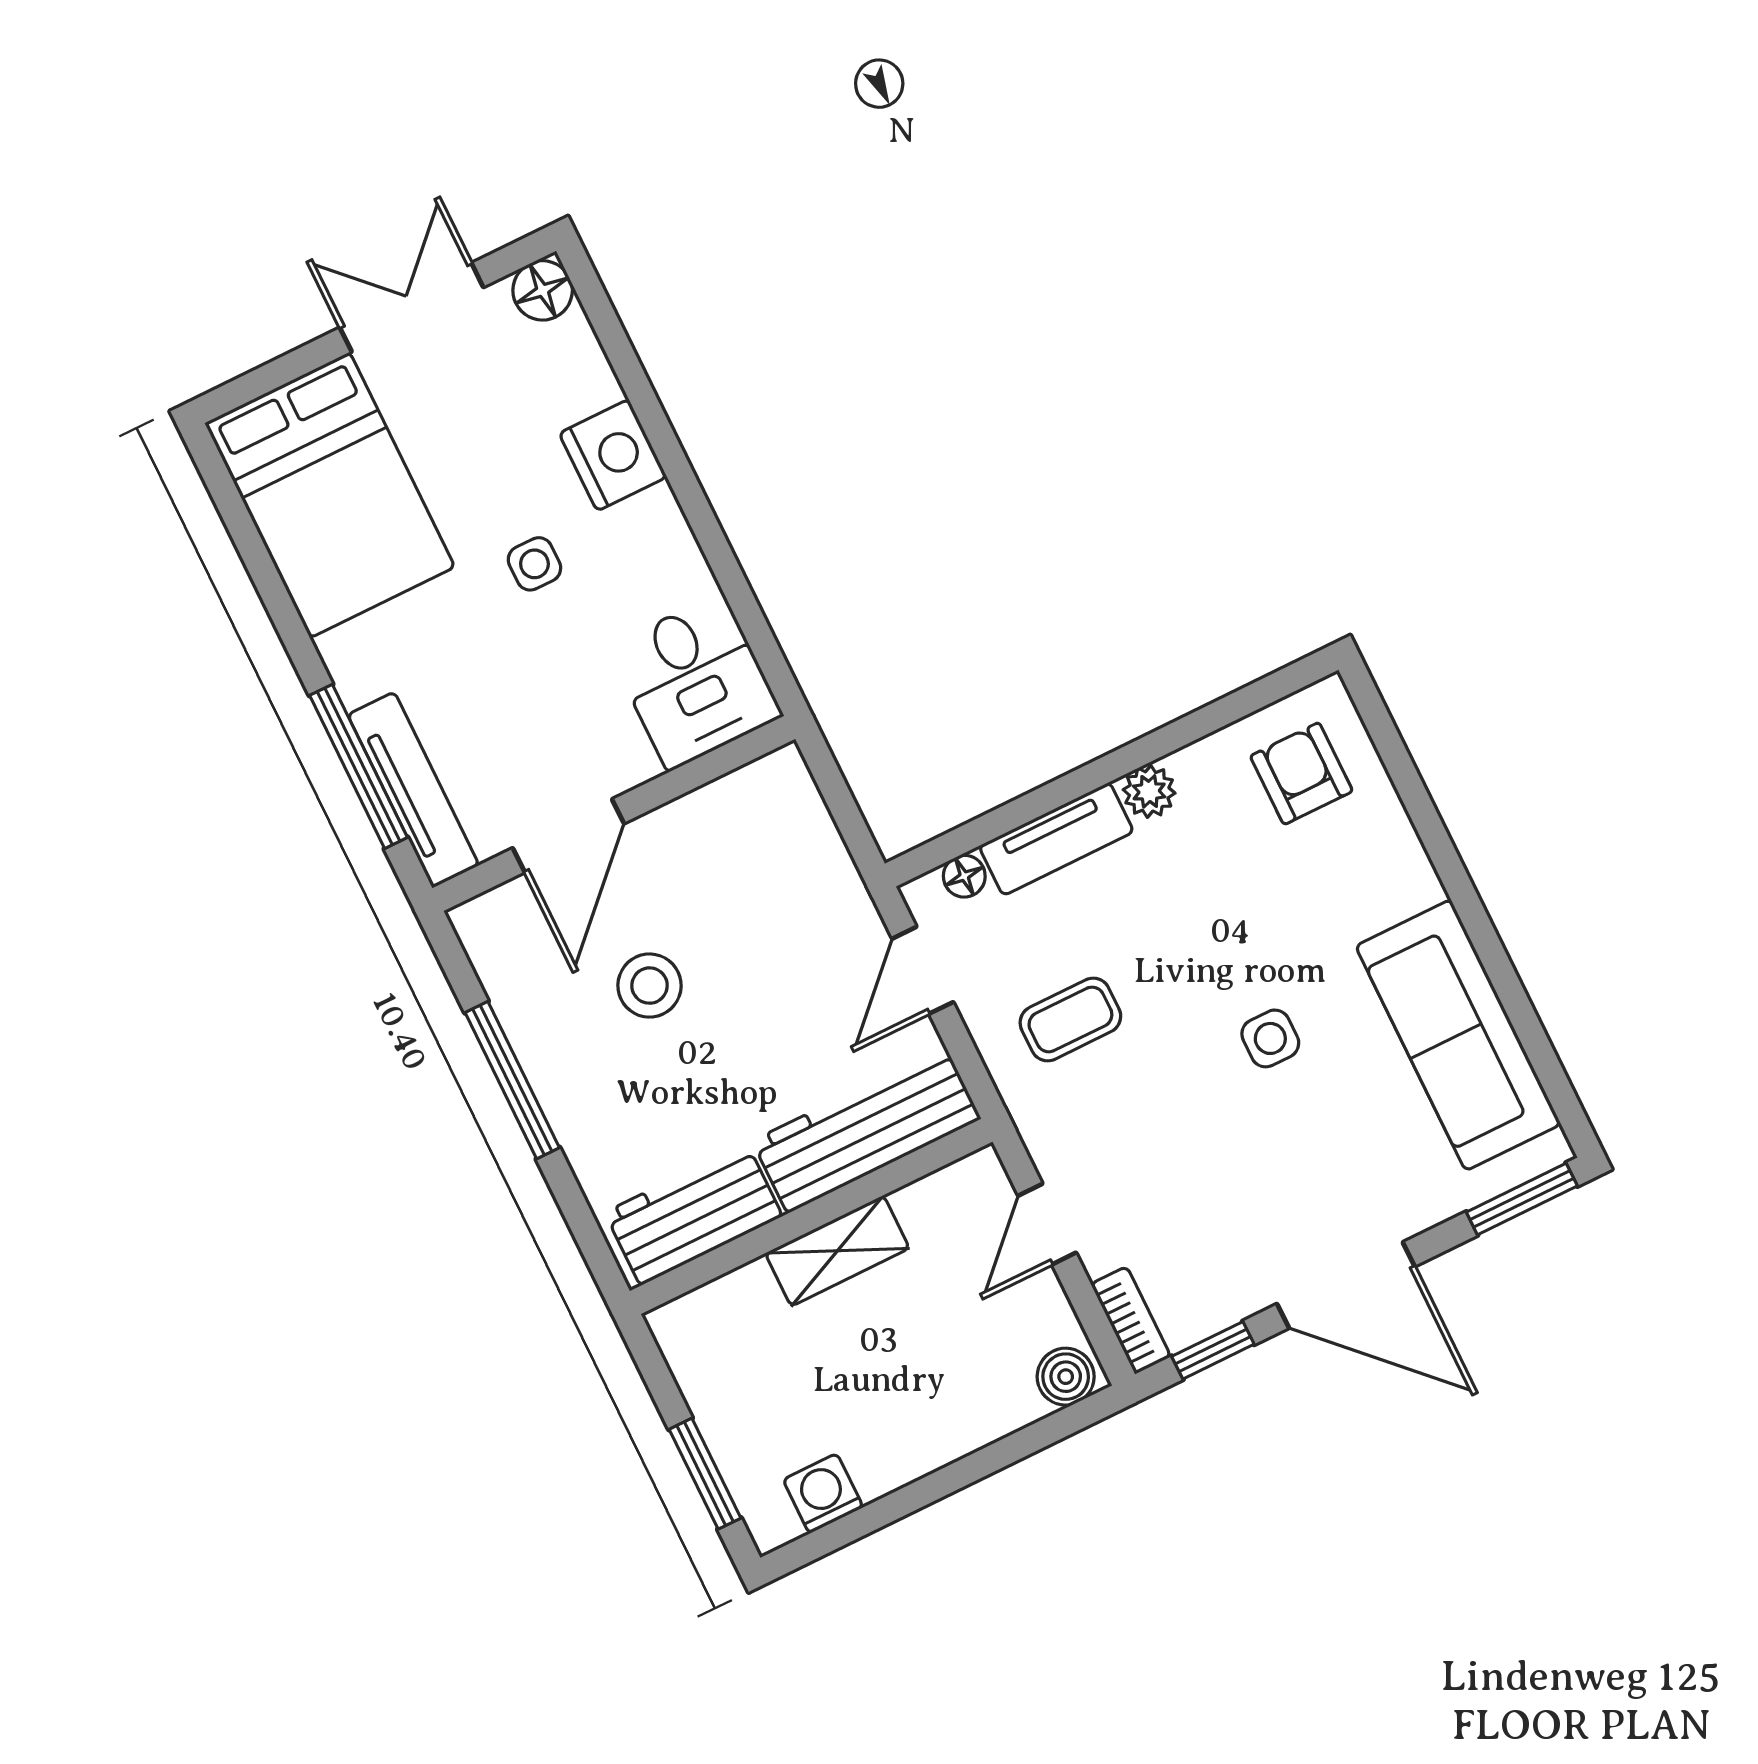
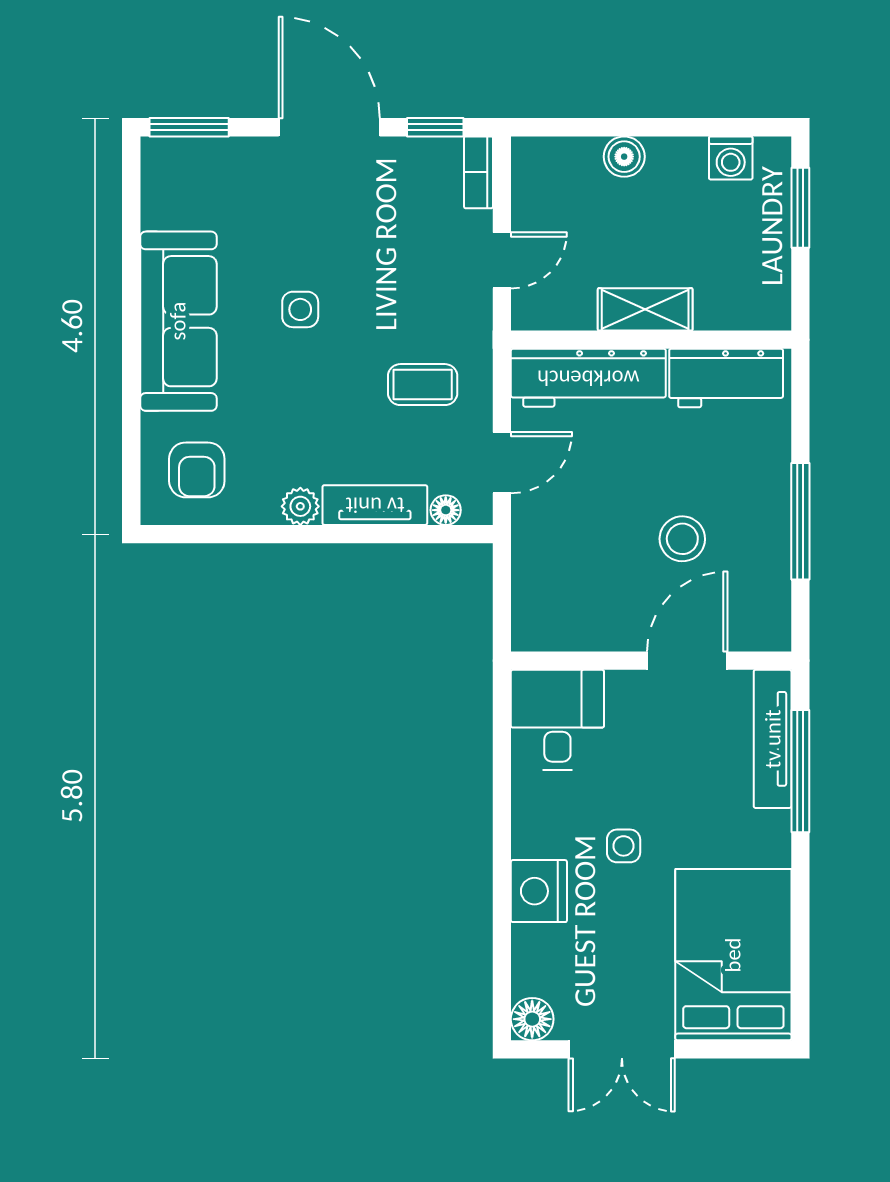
sofa: (1458, 1035) -> (178, 321), moved
boiler: (1066, 1377) -> (624, 157), moved

